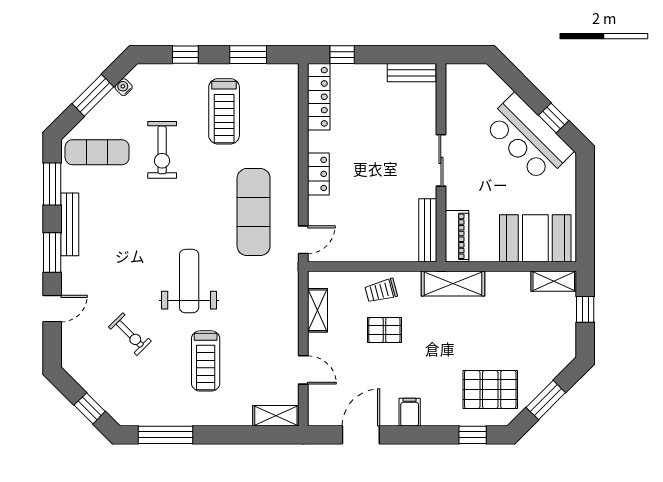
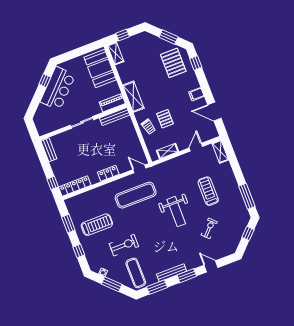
weight bench: (189, 281) -> (176, 212), turned -90
treadmill: (206, 361) -> (208, 191), turned -90

